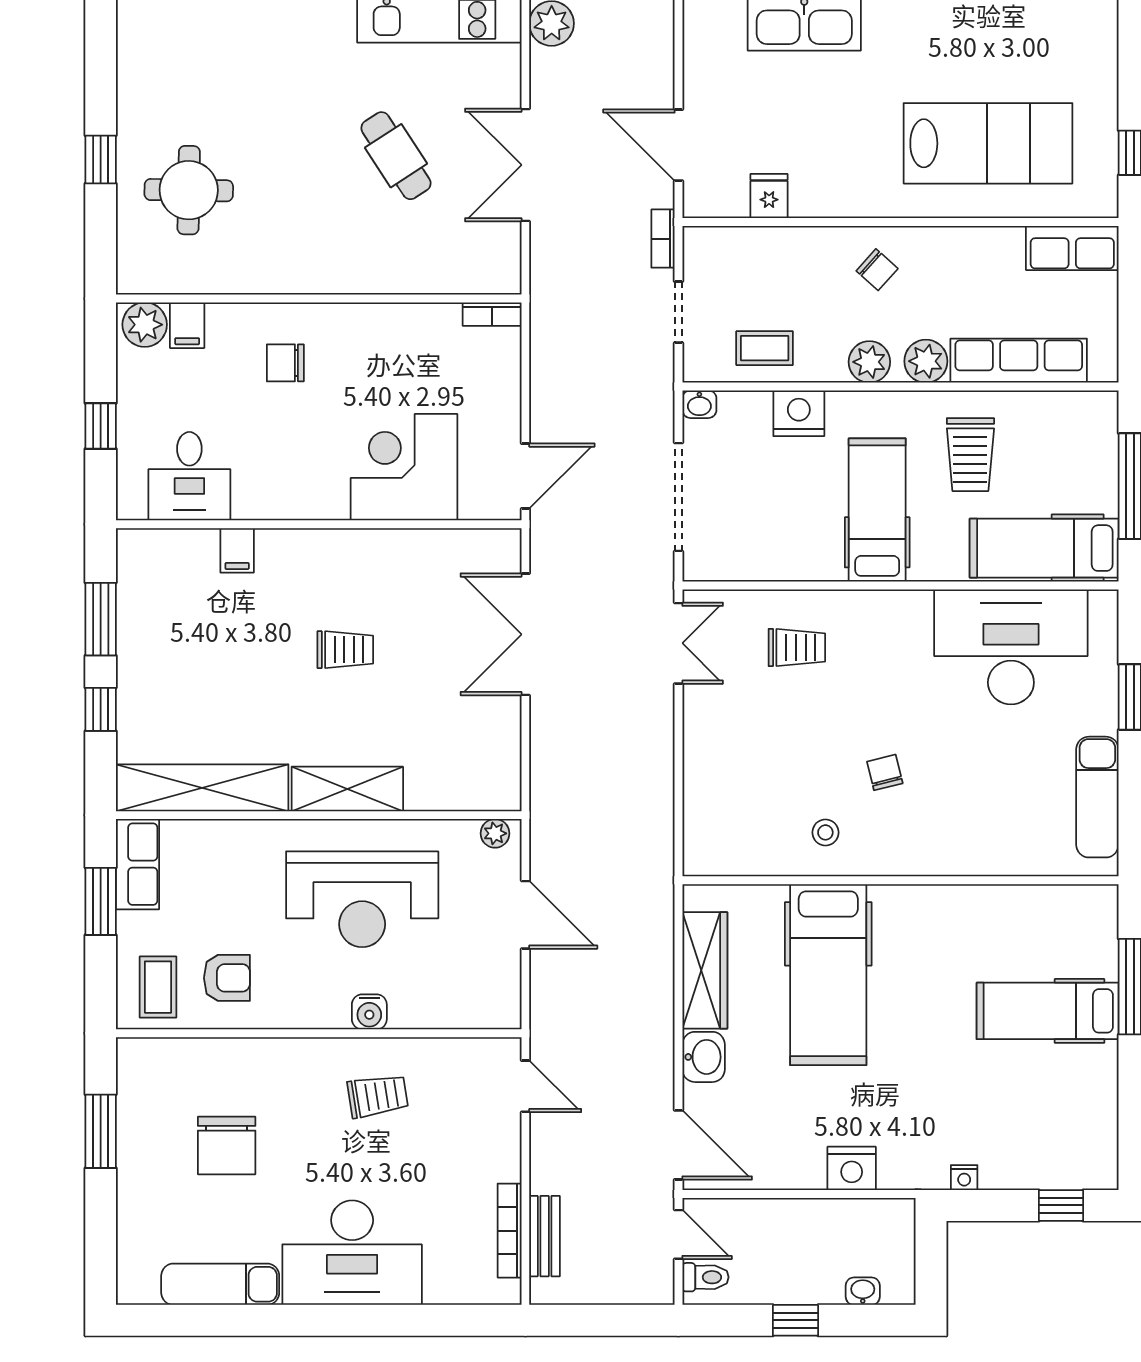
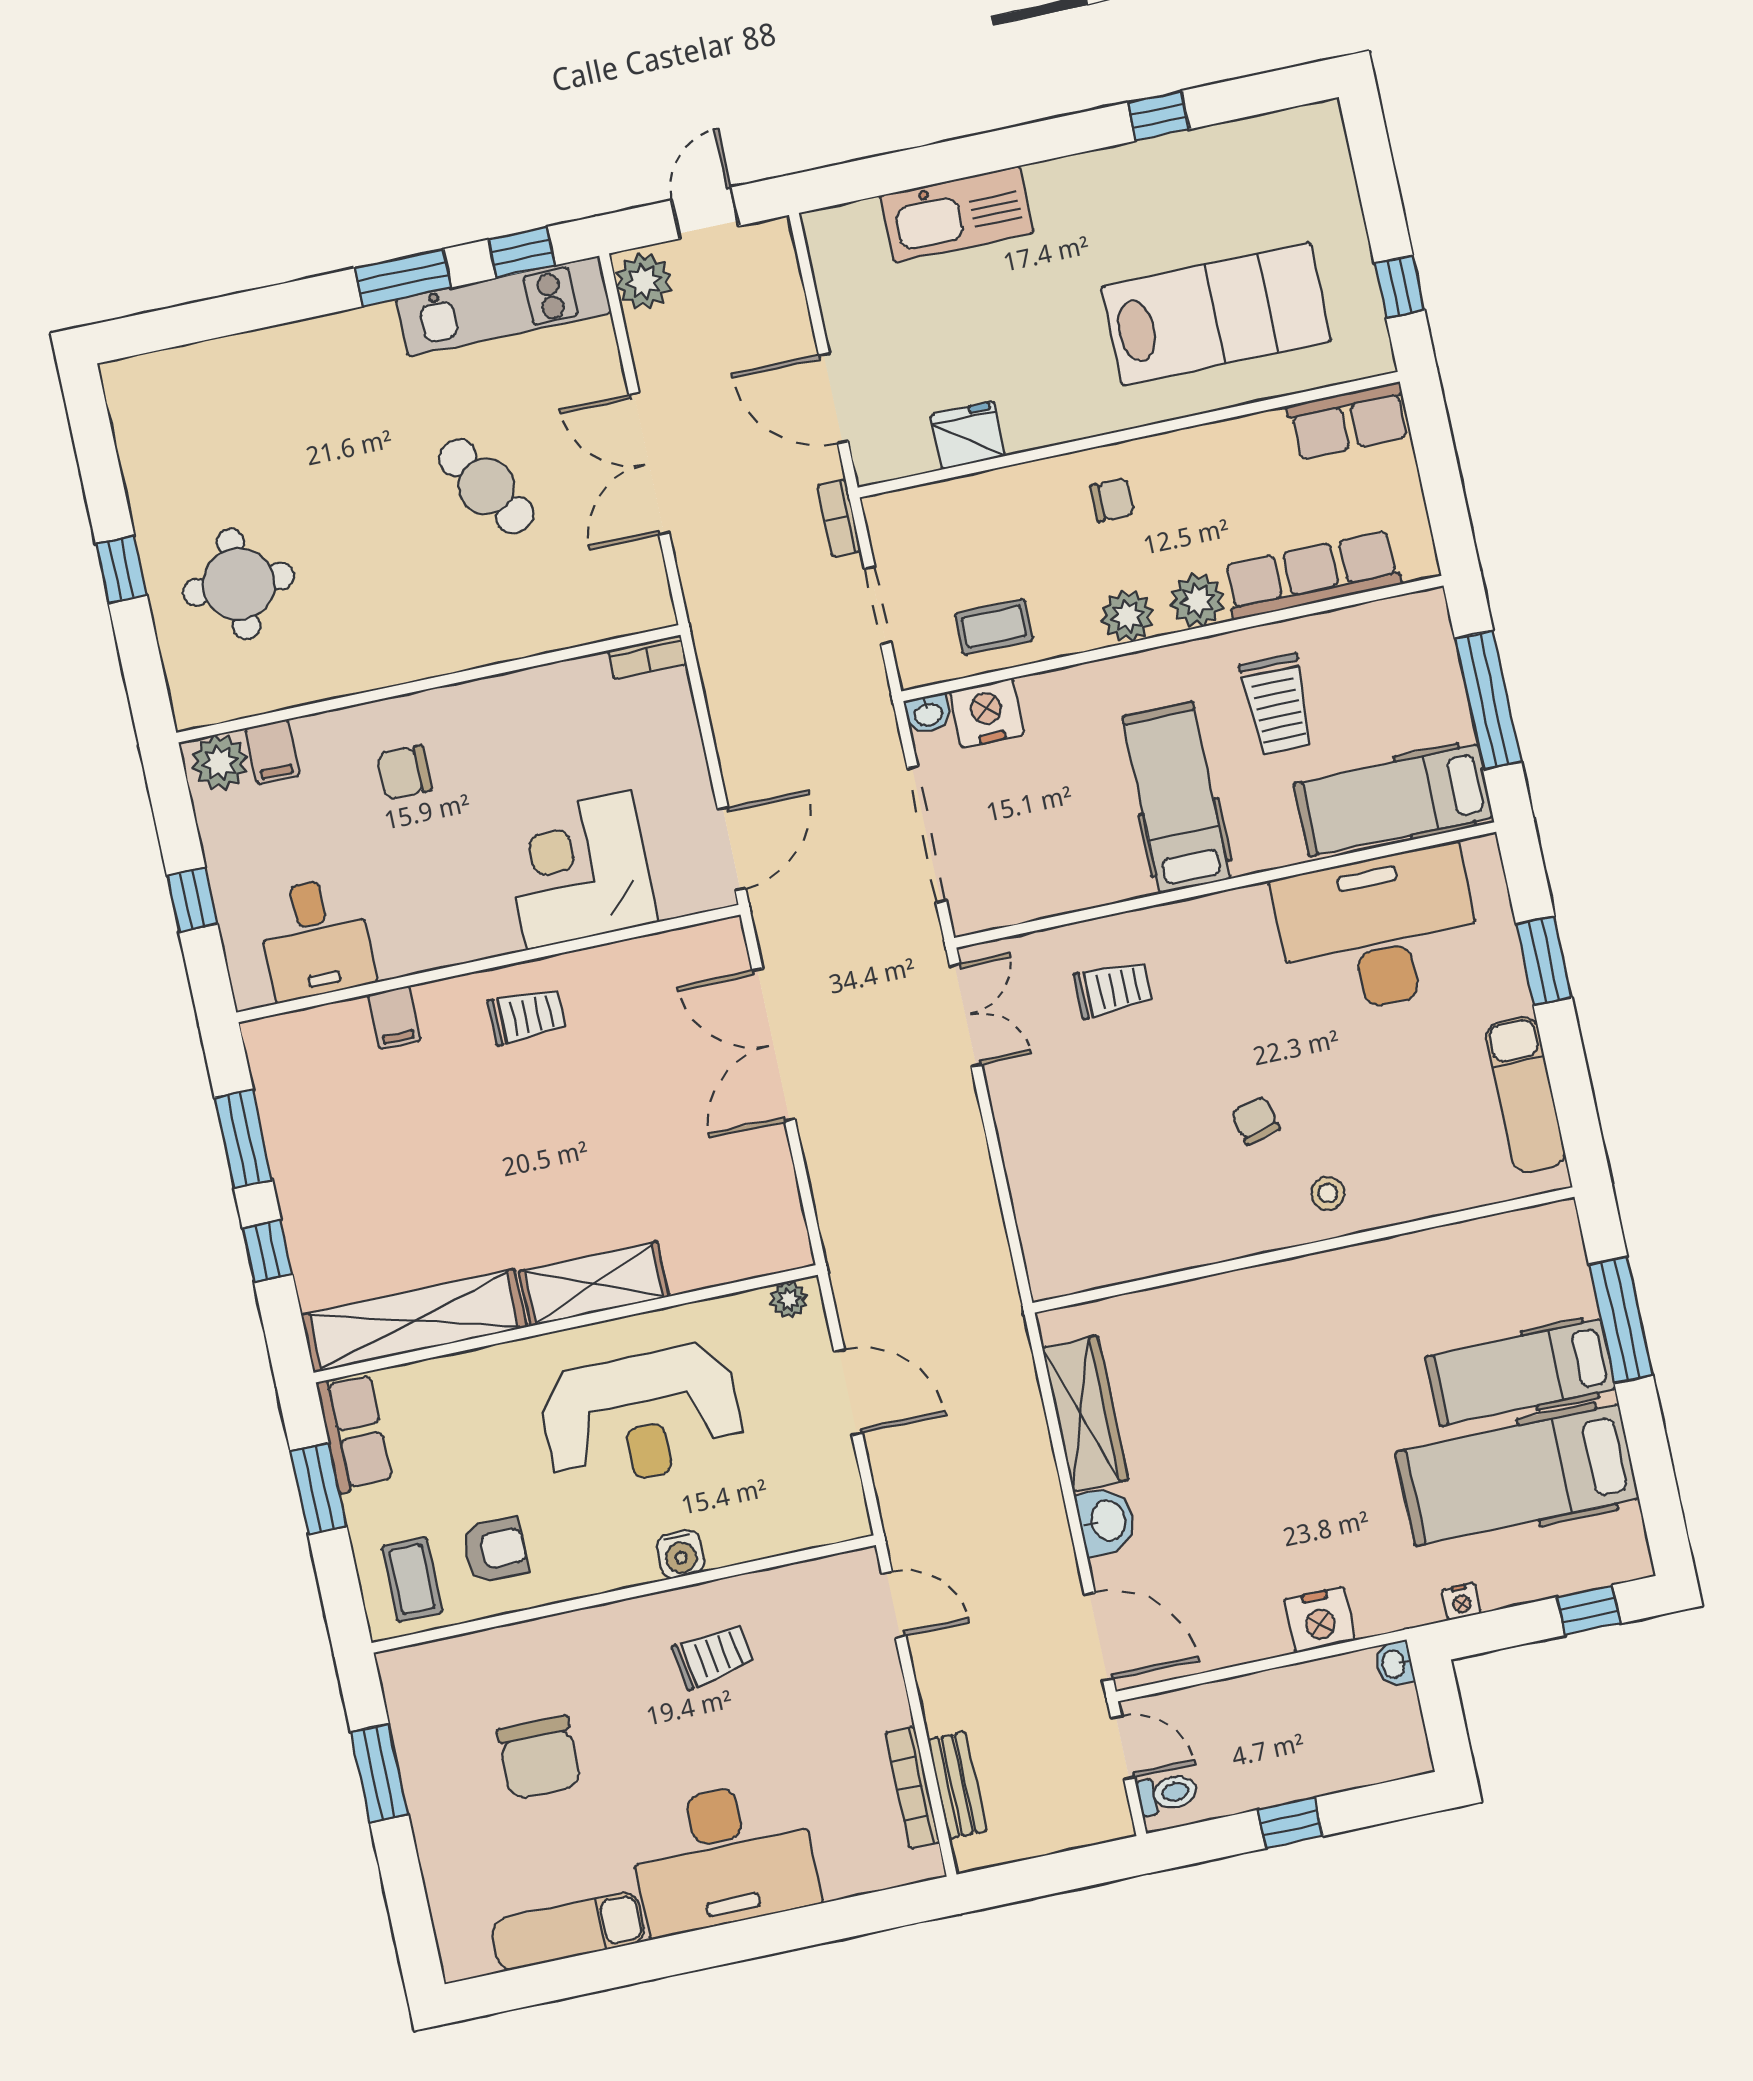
fridge: (769, 196) -> (968, 435), width x1.38
chair: (877, 270) -> (1112, 500), turned -42
nightstand: (799, 413) -> (987, 713), moved
trolley: (345, 650) -> (527, 1016), moved
stool: (825, 832) -> (1328, 1193), moved
hospital bed: (828, 975) -> (1517, 1475), moved, turned 90
washbasin: (863, 1291) -> (1394, 1664), moved, turned -90

